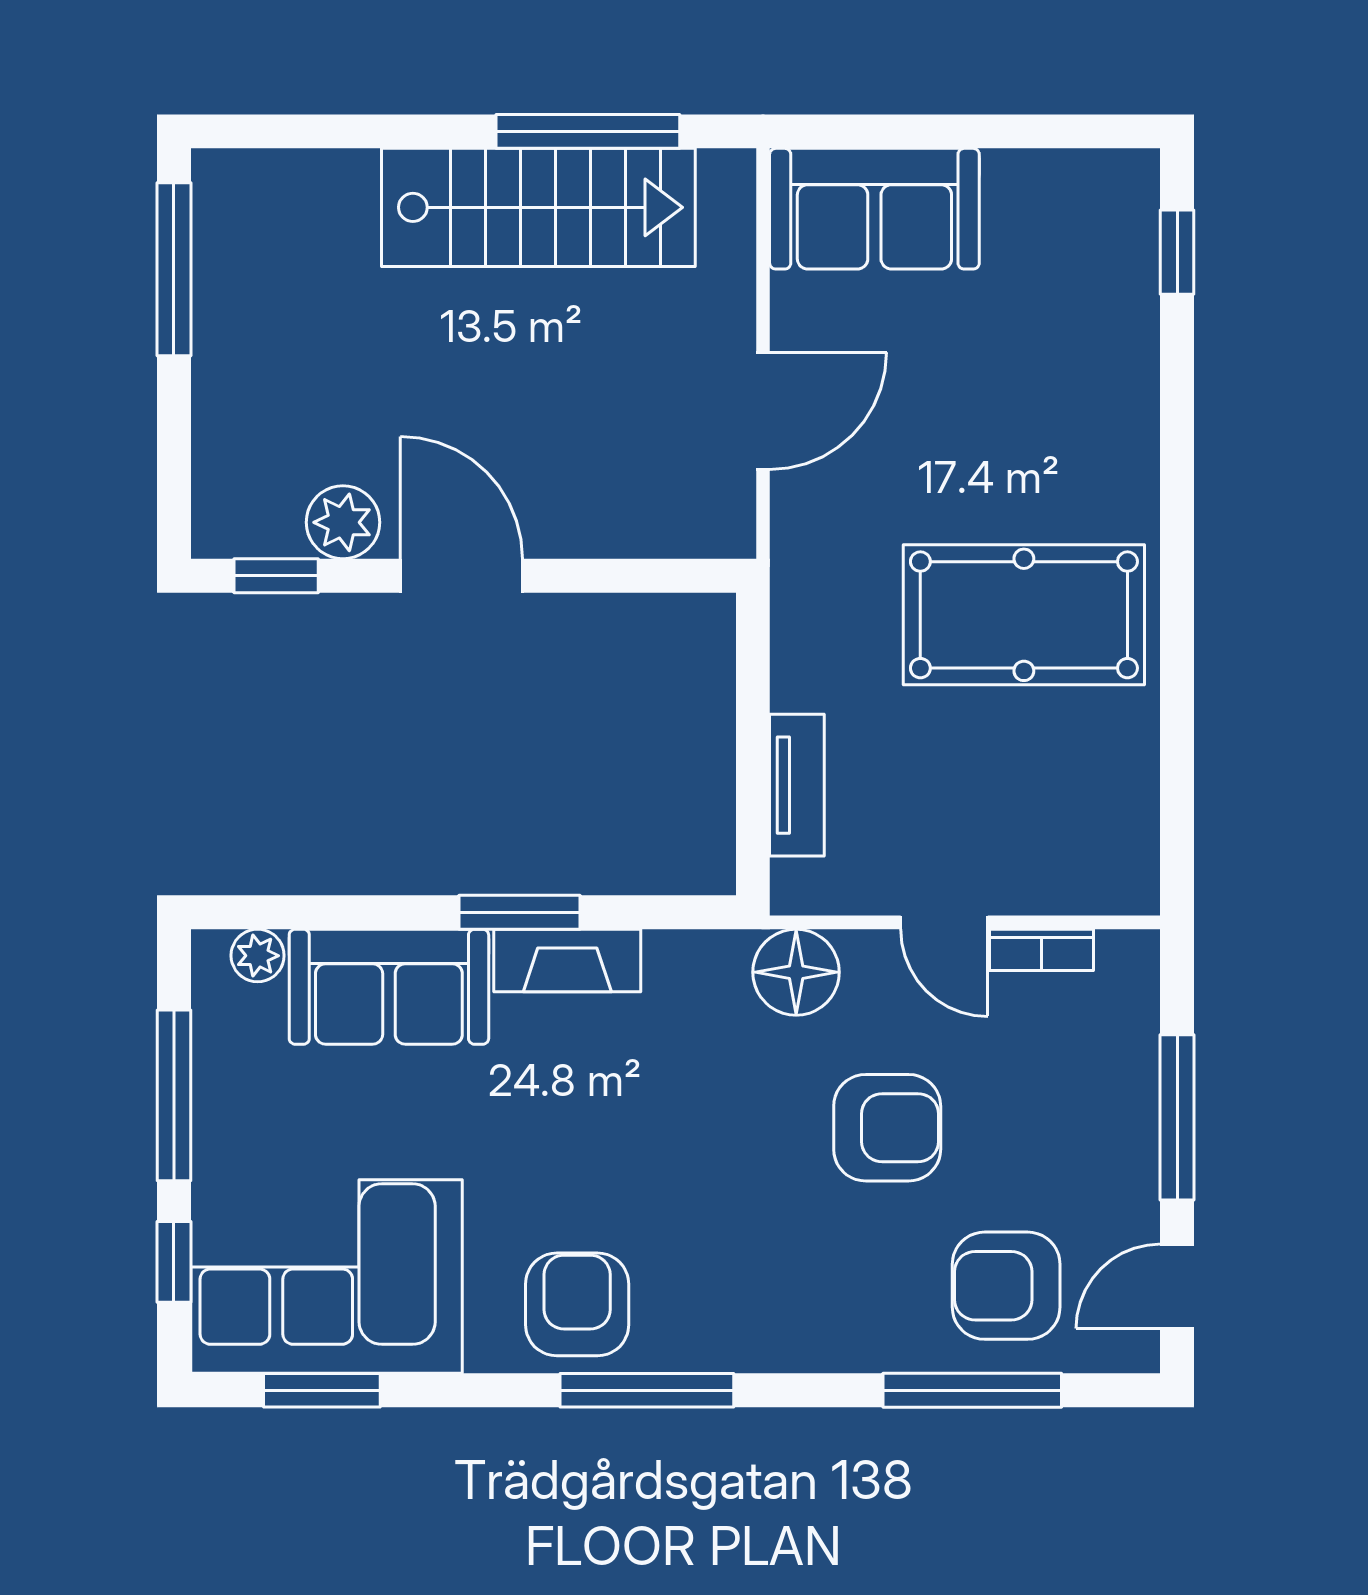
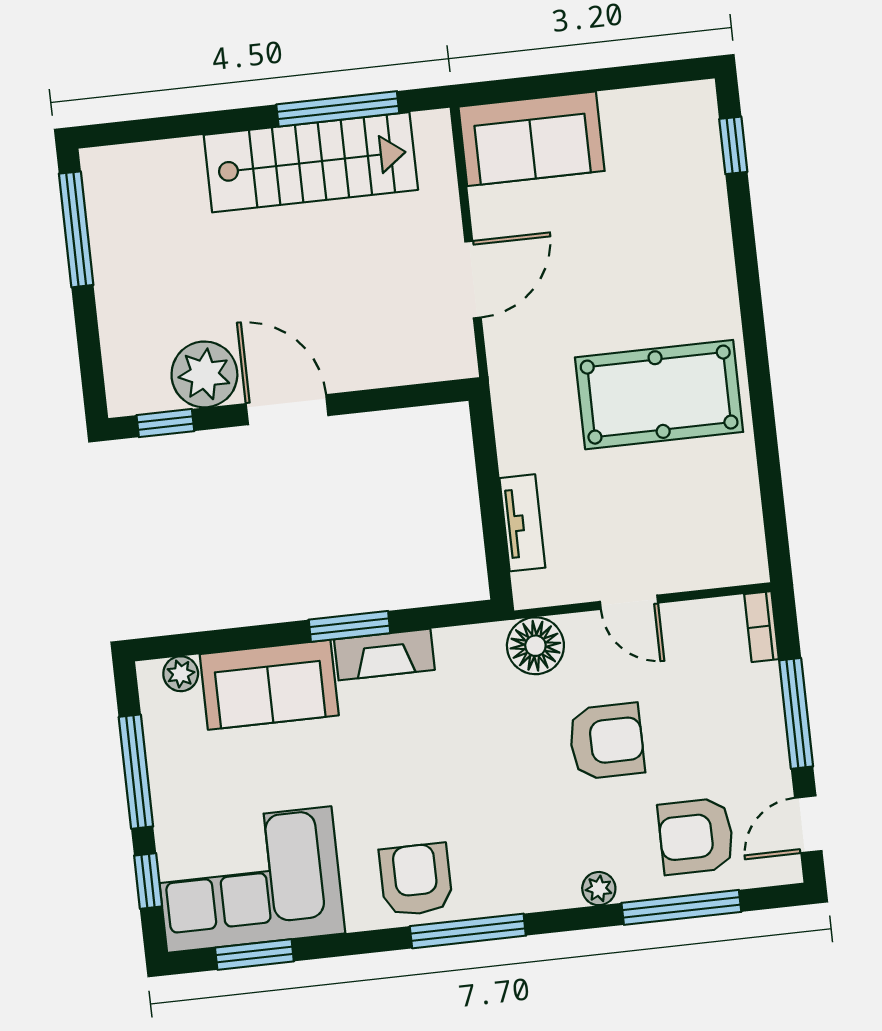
plant: (343, 522) -> (204, 374), width x1.36, depth x1.36
bookcase: (1042, 950) -> (761, 627), moved, turned 90
plant: (851, 1348) -> (599, 889), added

